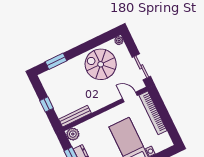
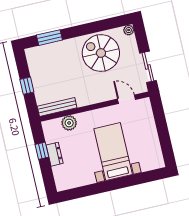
bookcase: (153, 113) -> (149, 124), removed
plant: (73, 134) -> (69, 123), moved

